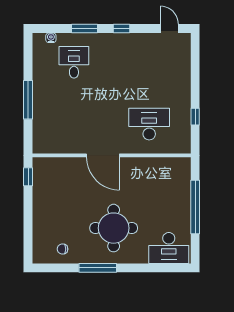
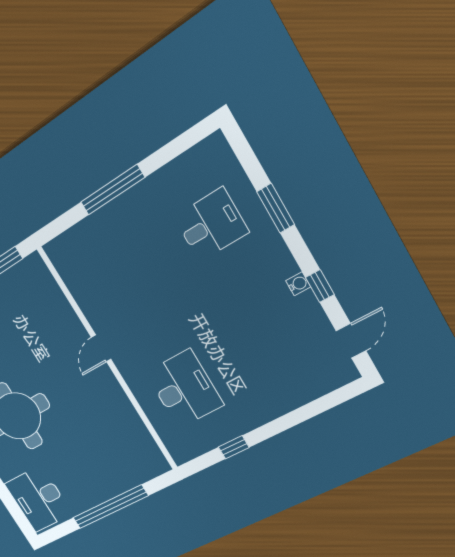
window: (121, 28) -> (320, 286), moved
water cooler: (51, 38) -> (298, 284), moved
door: (103, 155) -> (101, 348), width x0.53

